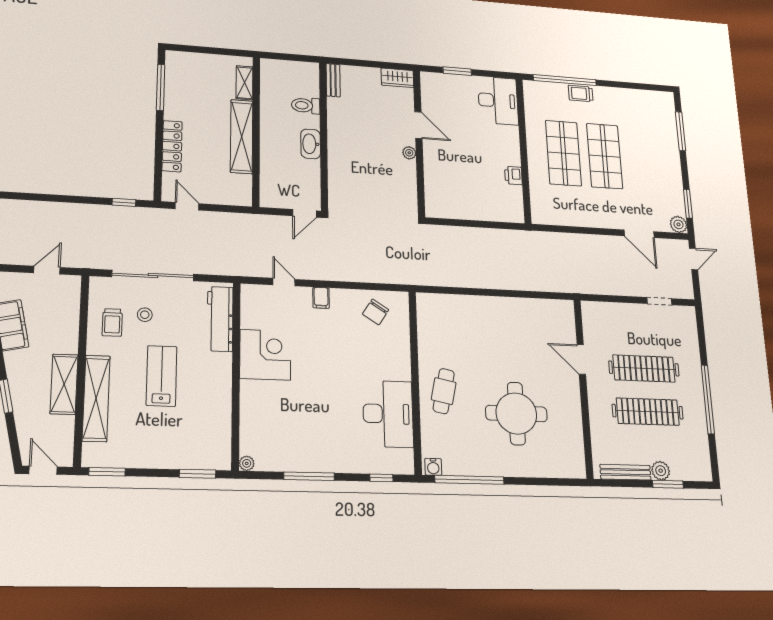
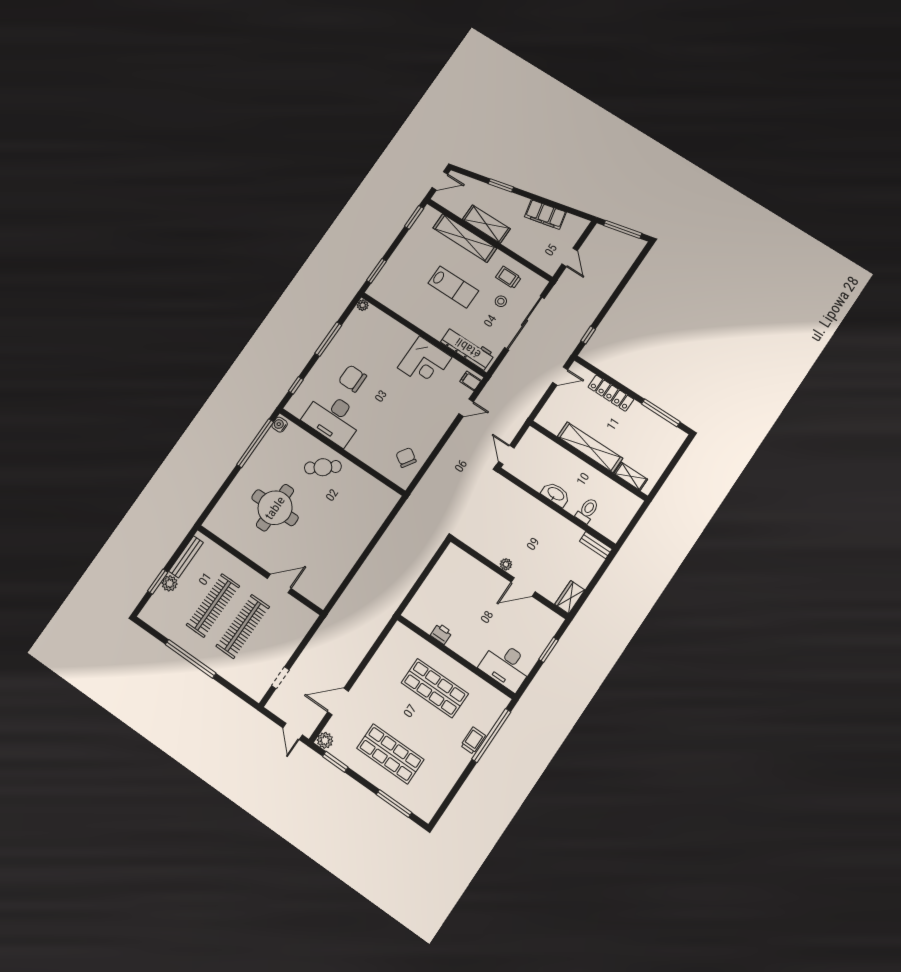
shop shelf: (605, 156) -> (390, 754), moved
filing cabinet: (321, 298) -> (470, 381), moved
cafe table: (444, 391) -> (323, 467), turned -49
chair: (333, 421) -> (353, 379), added

